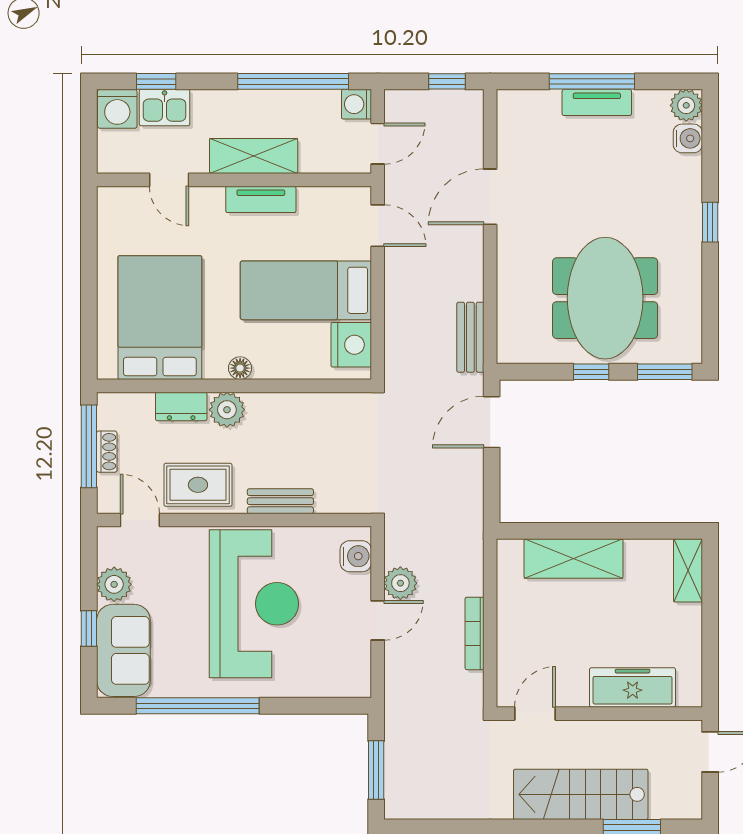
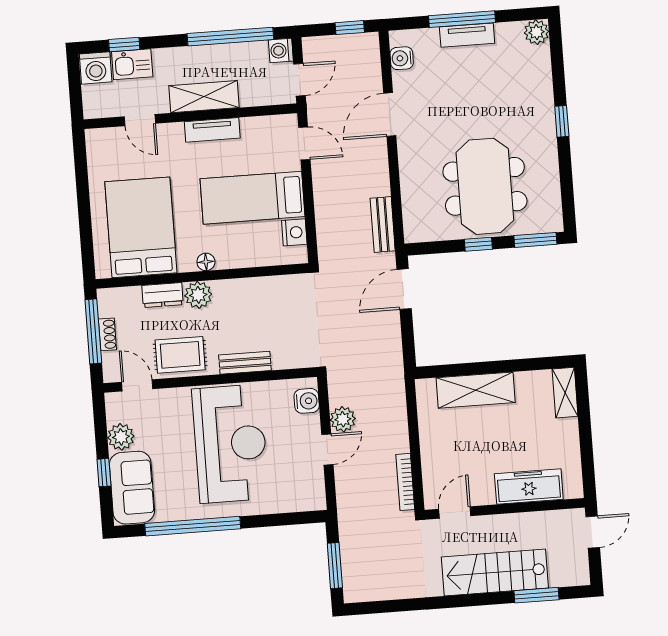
water cooler: (688, 138) -> (402, 58), moved, turned 180
nightstand: (351, 345) -> (294, 232), width x0.74, depth x0.75
bookcase: (474, 633) -> (405, 482), moved

